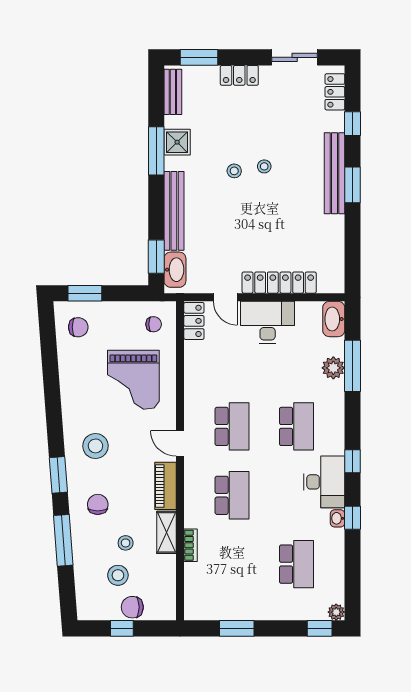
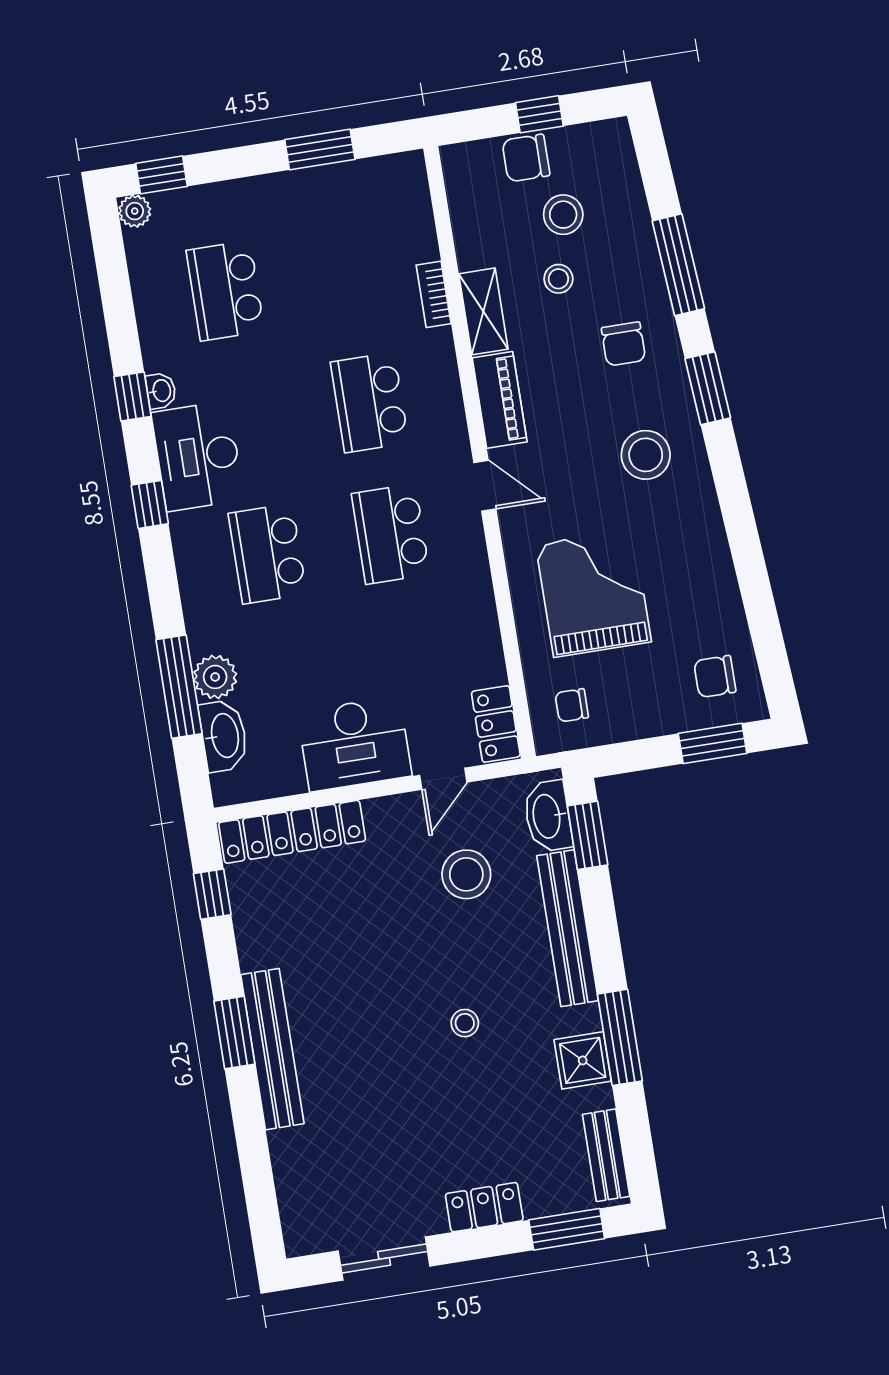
locker: (335, 92) -> (297, 1205), removed
window: (353, 124) -> (212, 894), moved
stool: (264, 166) -> (466, 874), moved, width x1.89, depth x1.89
locker: (279, 283) -> (292, 832), moved
door: (225, 297) -> (443, 779), swing flipped
washbasin: (334, 319) -> (224, 736), moved
chair: (132, 607) -> (526, 158), turned 180

